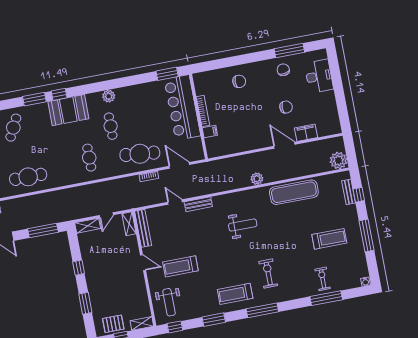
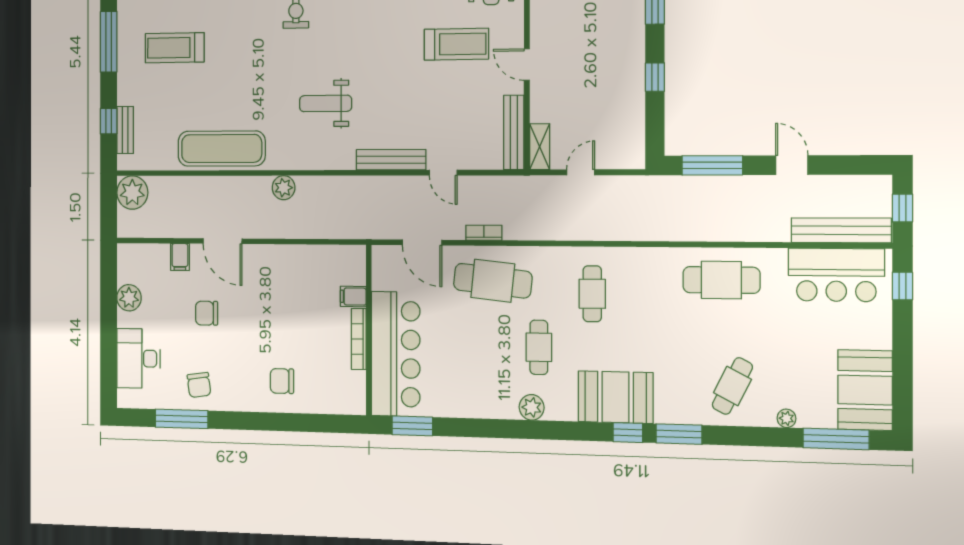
plant: (330, 106) -> (129, 298), added
filing cabinet: (306, 133) -> (180, 257), width x0.50
bench: (198, 204) -> (391, 160), width x1.36
shelving: (88, 226) -> (621, 158), removed

